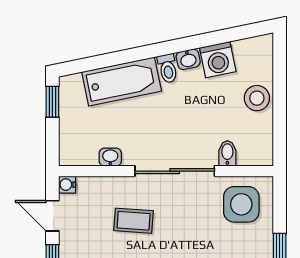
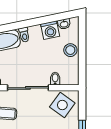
washbasin: (188, 59) -> (64, 24), moved
side table: (241, 204) -> (62, 105), turned 36

